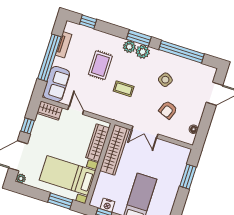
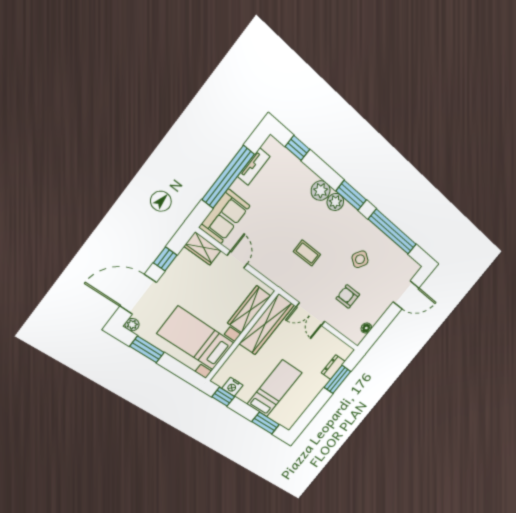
plant: (143, 52) -> (321, 191), moved
rug: (100, 65) -> (291, 212), removed
armchair: (168, 110) -> (348, 296), turned 69
dresser: (180, 168) -> (333, 367), added
window: (60, 201) -> (147, 349), moved

